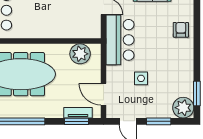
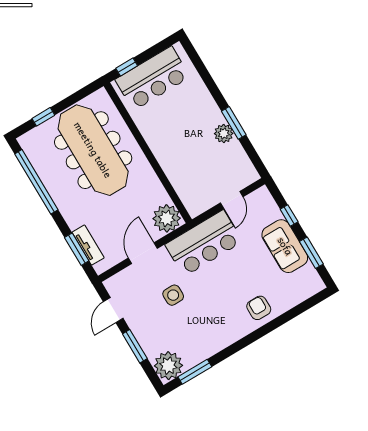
armchair: (181, 30) -> (259, 308), turned -90
plant: (80, 54) -> (167, 218), moved
door: (104, 94) -> (143, 253), moved

